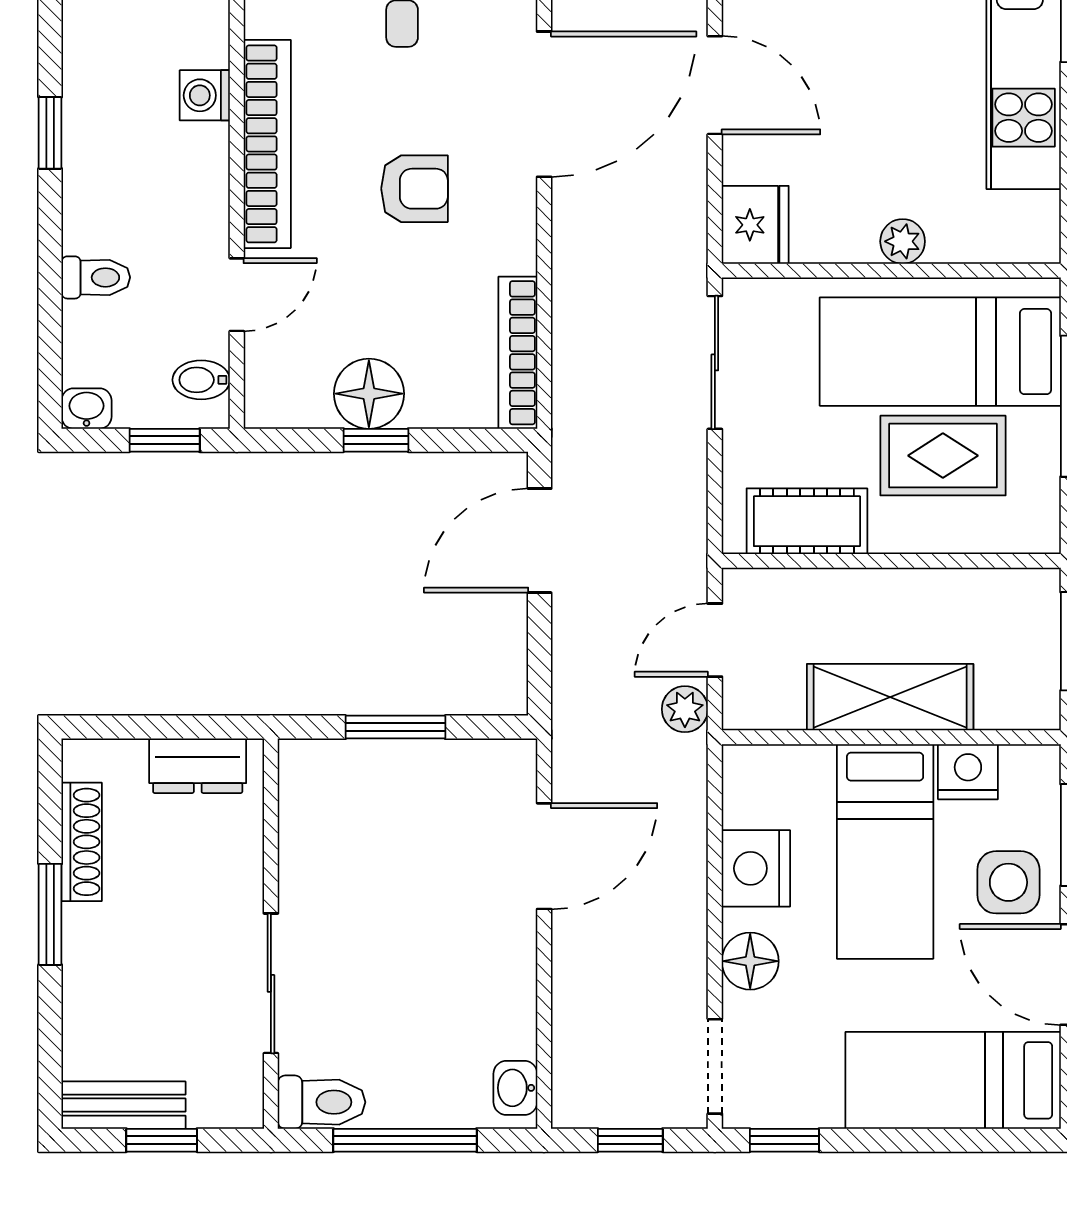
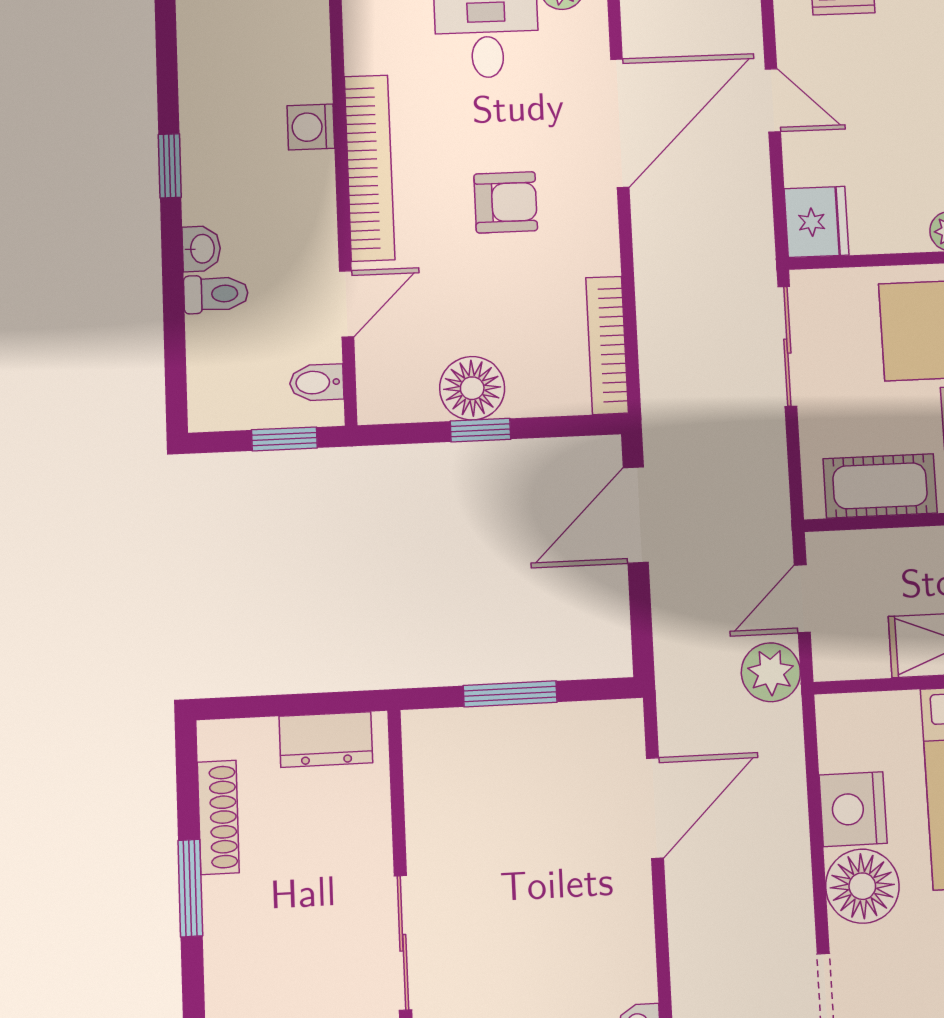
door: (715, 85) -> (773, 100), width x0.73
washbasin: (87, 409) -> (201, 249), moved, turned 90
plant: (685, 709) -> (771, 672), width x1.38, depth x1.38
floor lamp: (750, 961) -> (862, 886), width x1.38, depth x1.38

